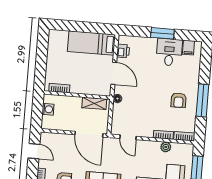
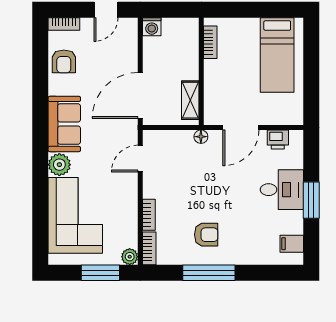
bed: (91, 43) -> (277, 55), moved, turned 180
desk: (169, 52) -> (282, 190), moved
armchair: (179, 100) -> (206, 235), turned 180
washing machine: (48, 109) -> (152, 27), moved
plant: (166, 147) -> (130, 257), moved

